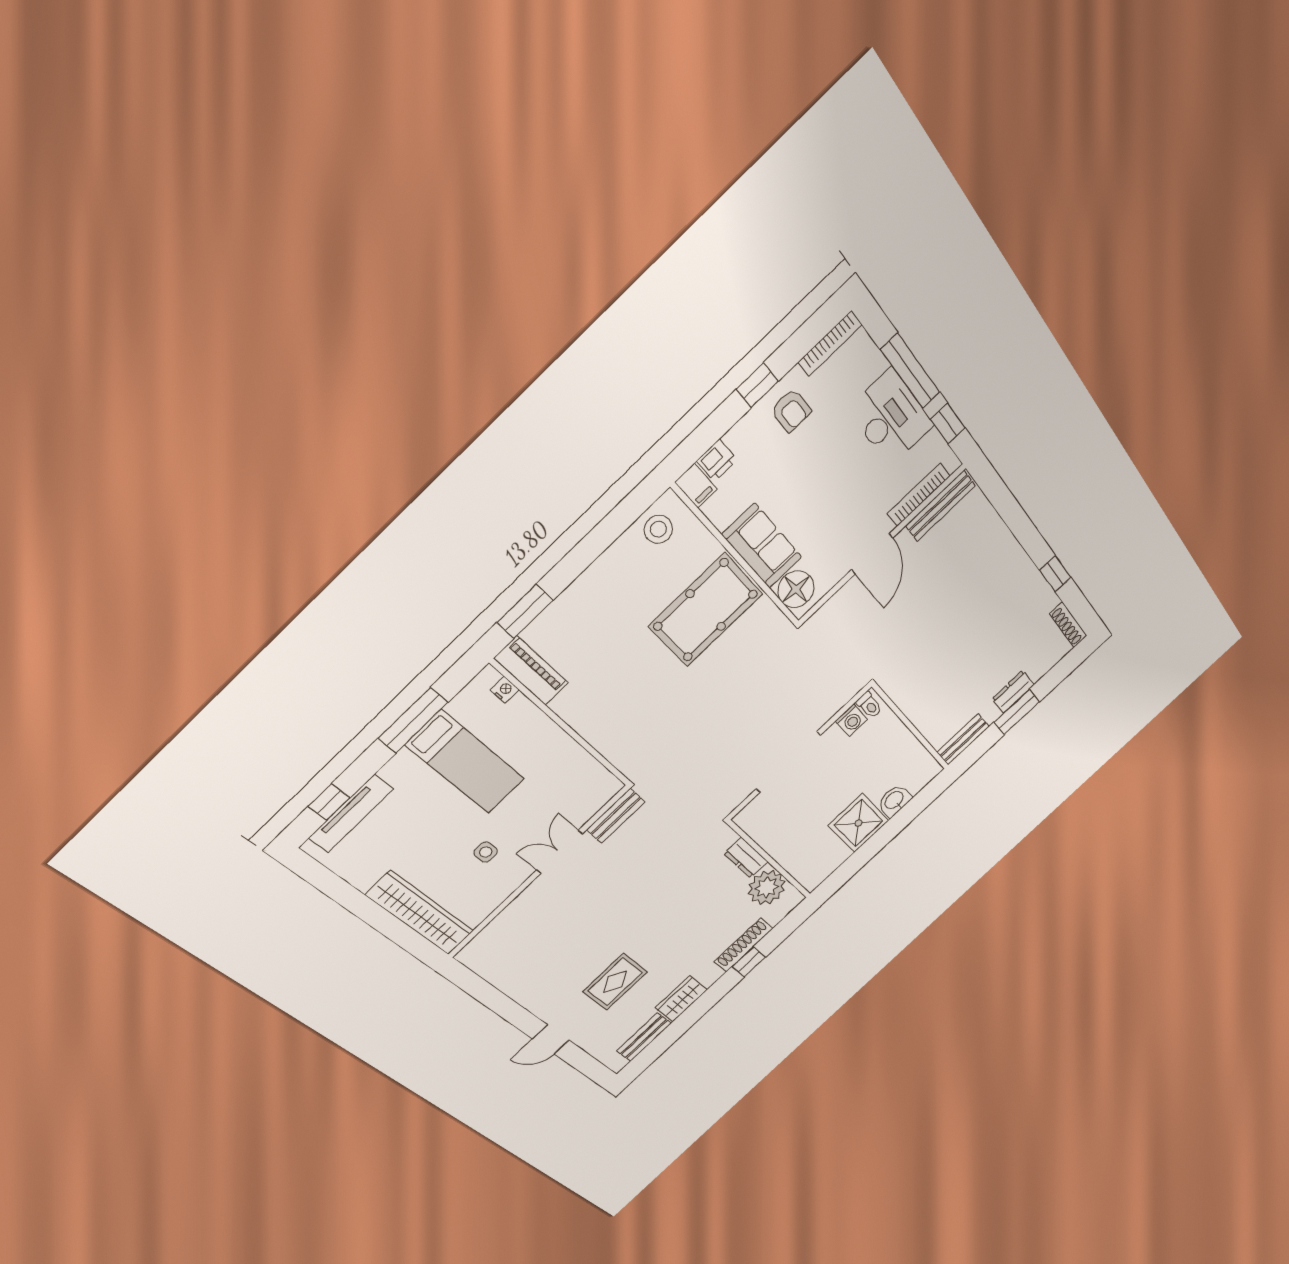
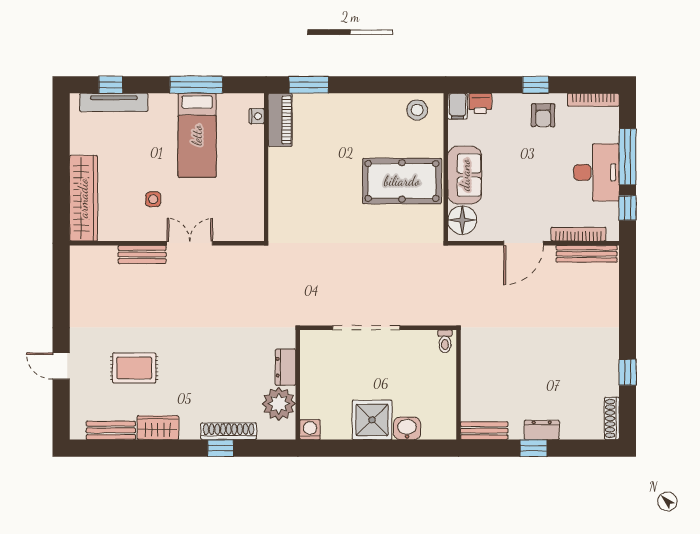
window: (1017, 712) -> (534, 448), width x0.67
washing machine: (851, 720) -> (310, 430), moved, turned 180
bench: (616, 816) -> (142, 254), moved

